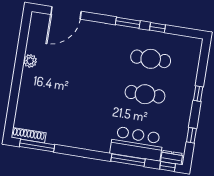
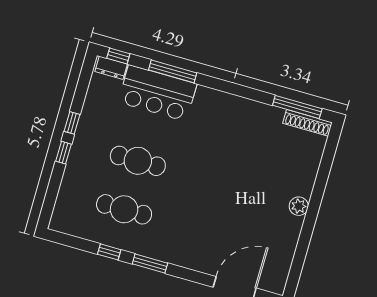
plant: (30, 61) -> (299, 206), moved
window: (191, 135) -> (72, 123), moved

